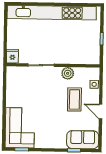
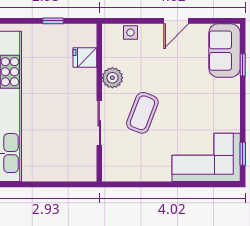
fridge: (12, 56) -> (85, 58), moved
coffee table: (74, 99) -> (142, 113), moved, turned -69

